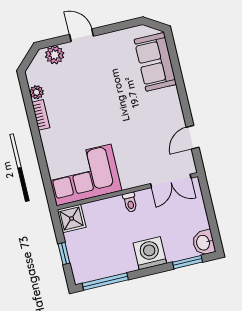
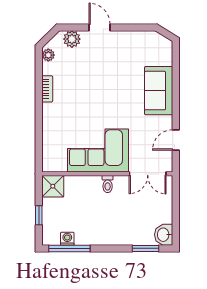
sofa: (155, 62) -> (159, 91), moved
plant: (37, 92) -> (48, 55), moved
corner sofa: (84, 175) -> (98, 151), moved
washing machine: (150, 253) -> (67, 239), moved, width x0.53, depth x0.53

